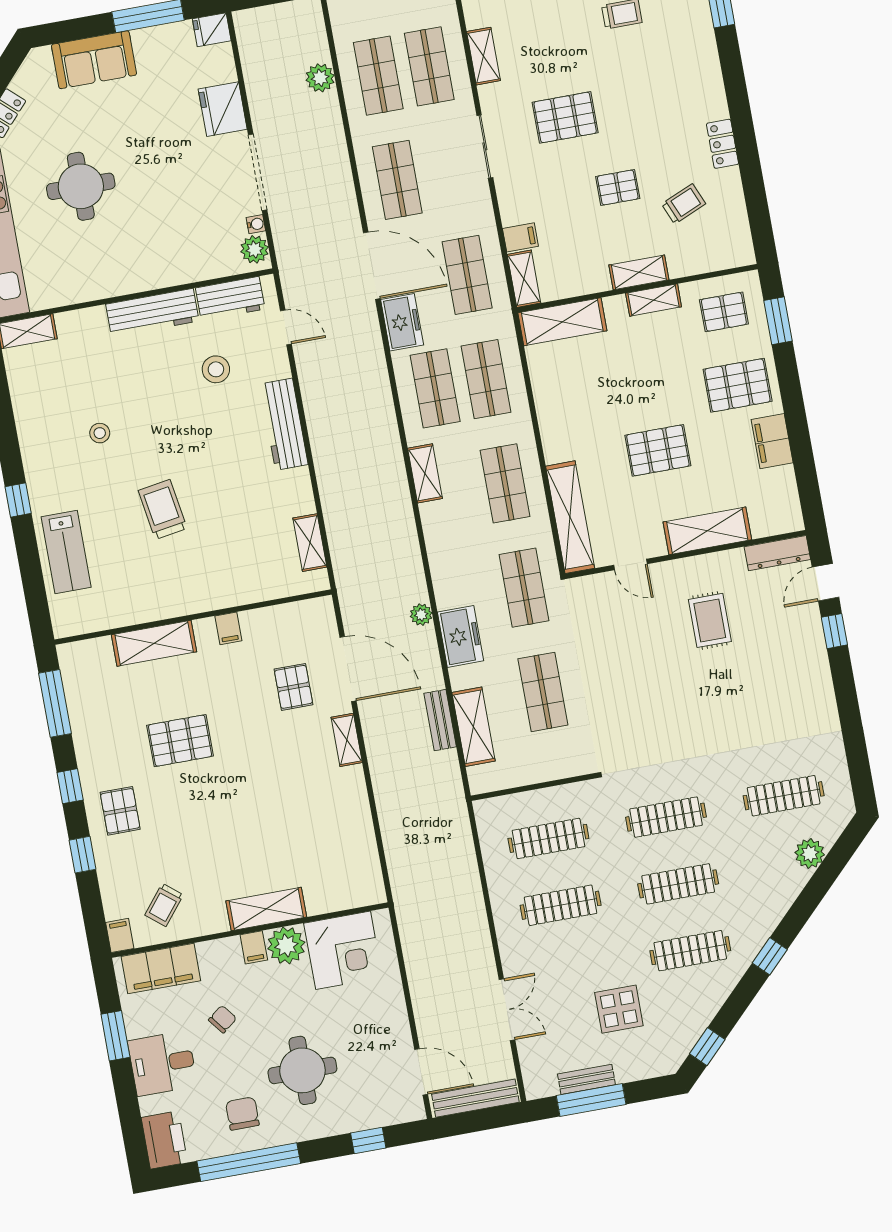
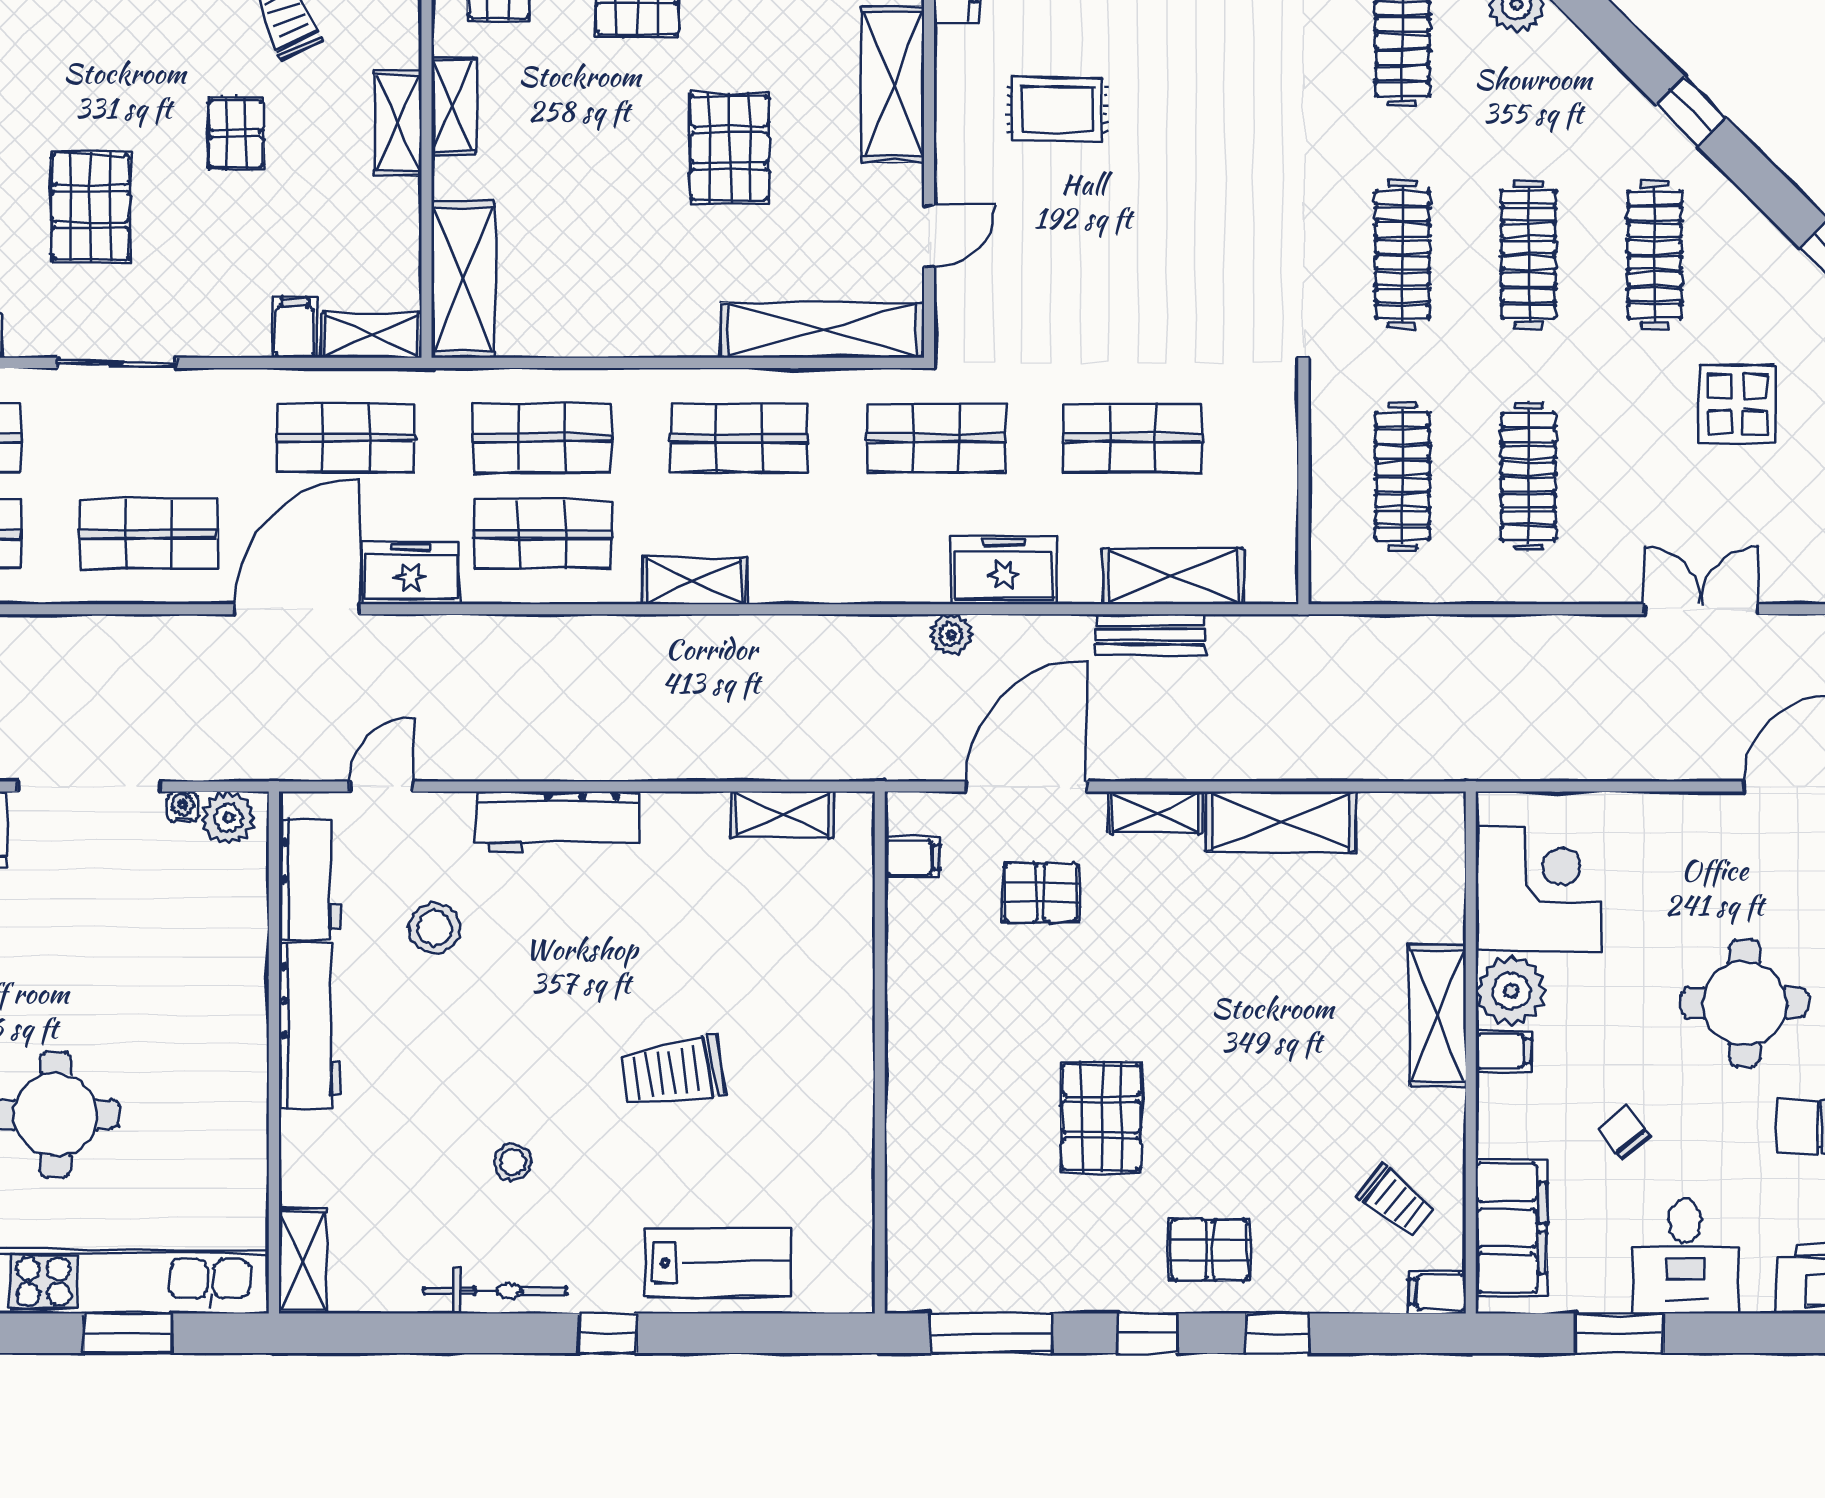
bicycle: (30, 436) -> (495, 1291), added
filing cabinet: (228, 628) -> (912, 857), moved
shelving: (154, 643) -> (1281, 821), moved, turned 90

